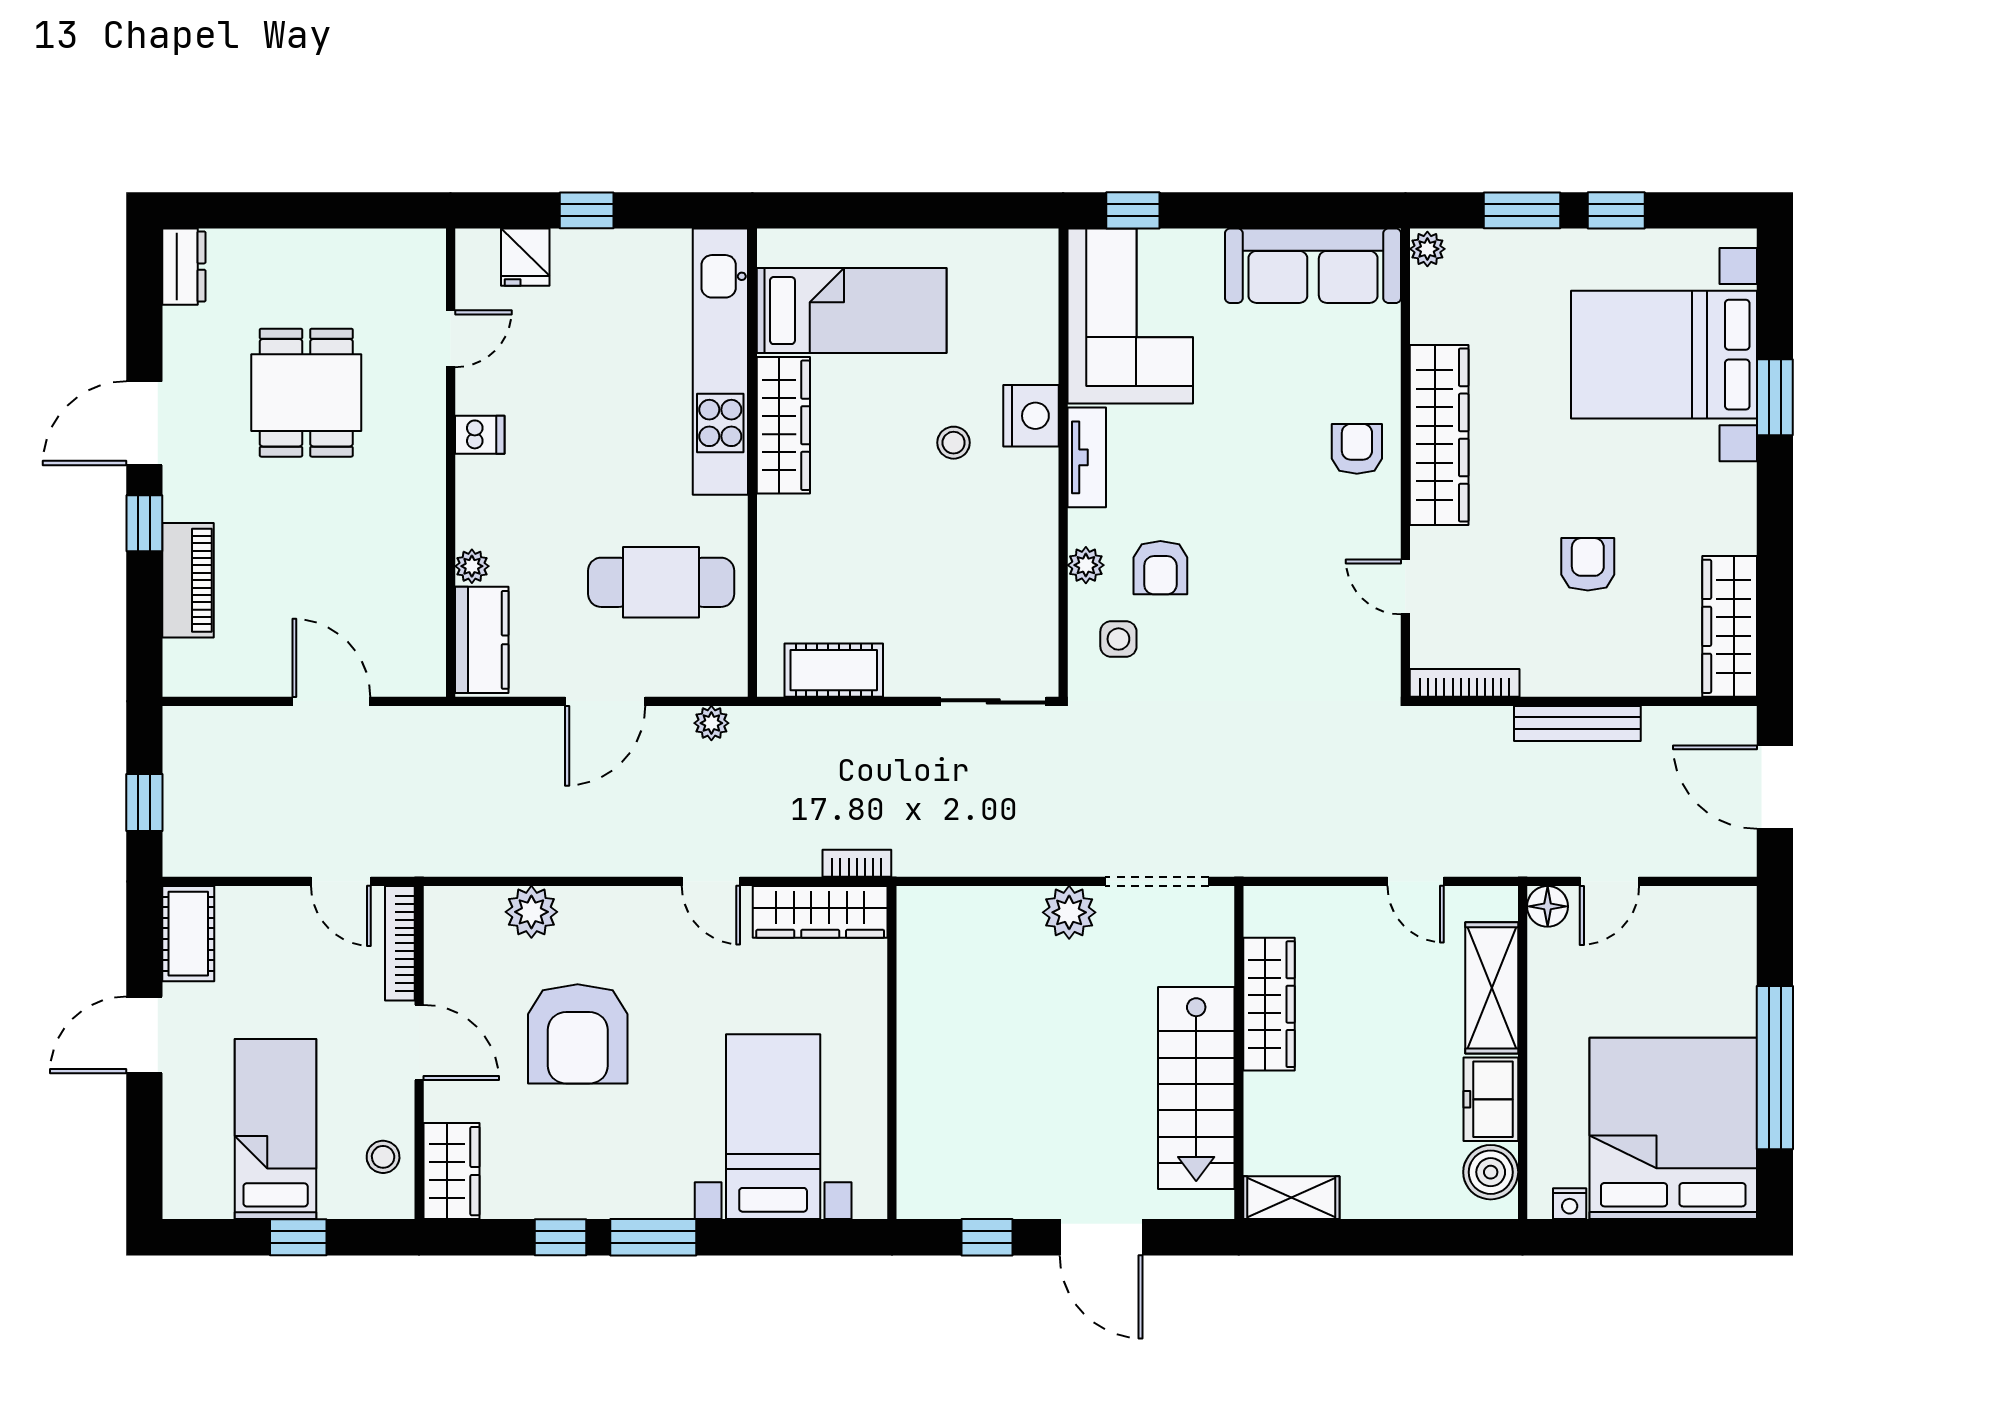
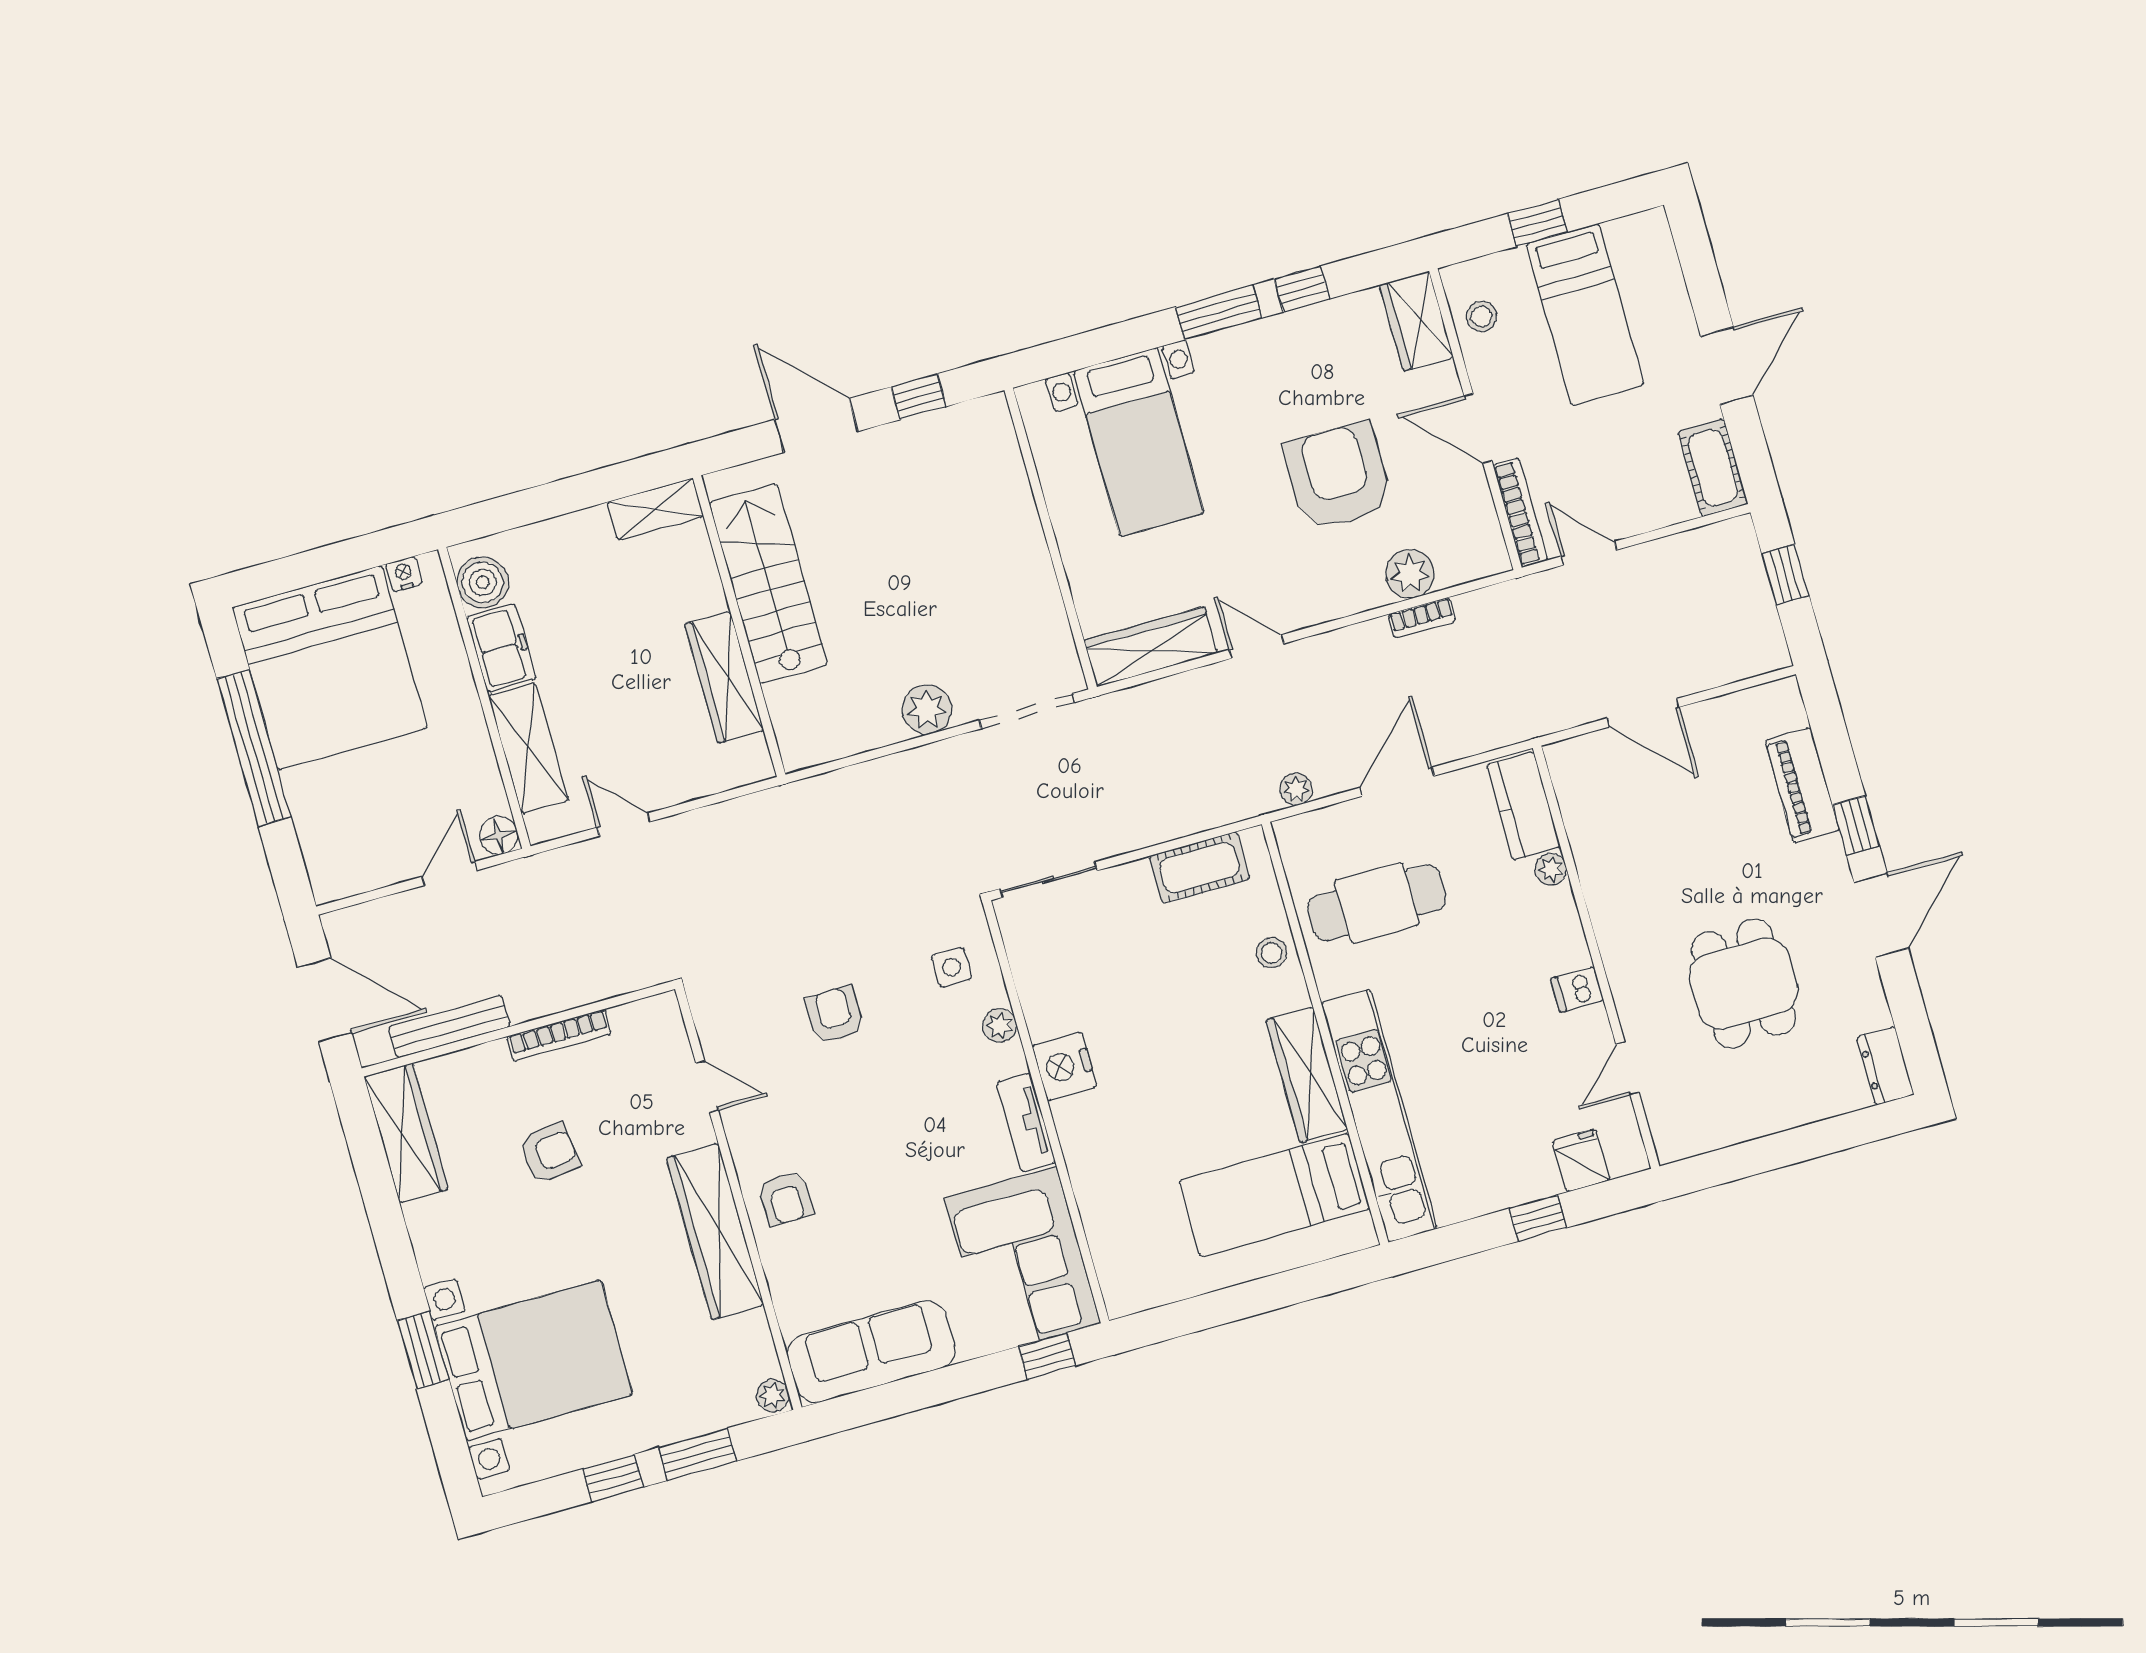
nightstand: (1031, 416) -> (1064, 1066), moved
stool: (954, 443) -> (1272, 953), moved
armchair: (1588, 564) -> (549, 1153), turned -97
armchair: (1160, 568) -> (835, 1015), moved
bookcase: (1465, 683) -> (559, 1035), moved
bench: (1577, 723) -> (449, 1027), moved
bookcase: (857, 863) -> (1422, 618), moved
doorway: (1157, 881) -> (1027, 711), moved

